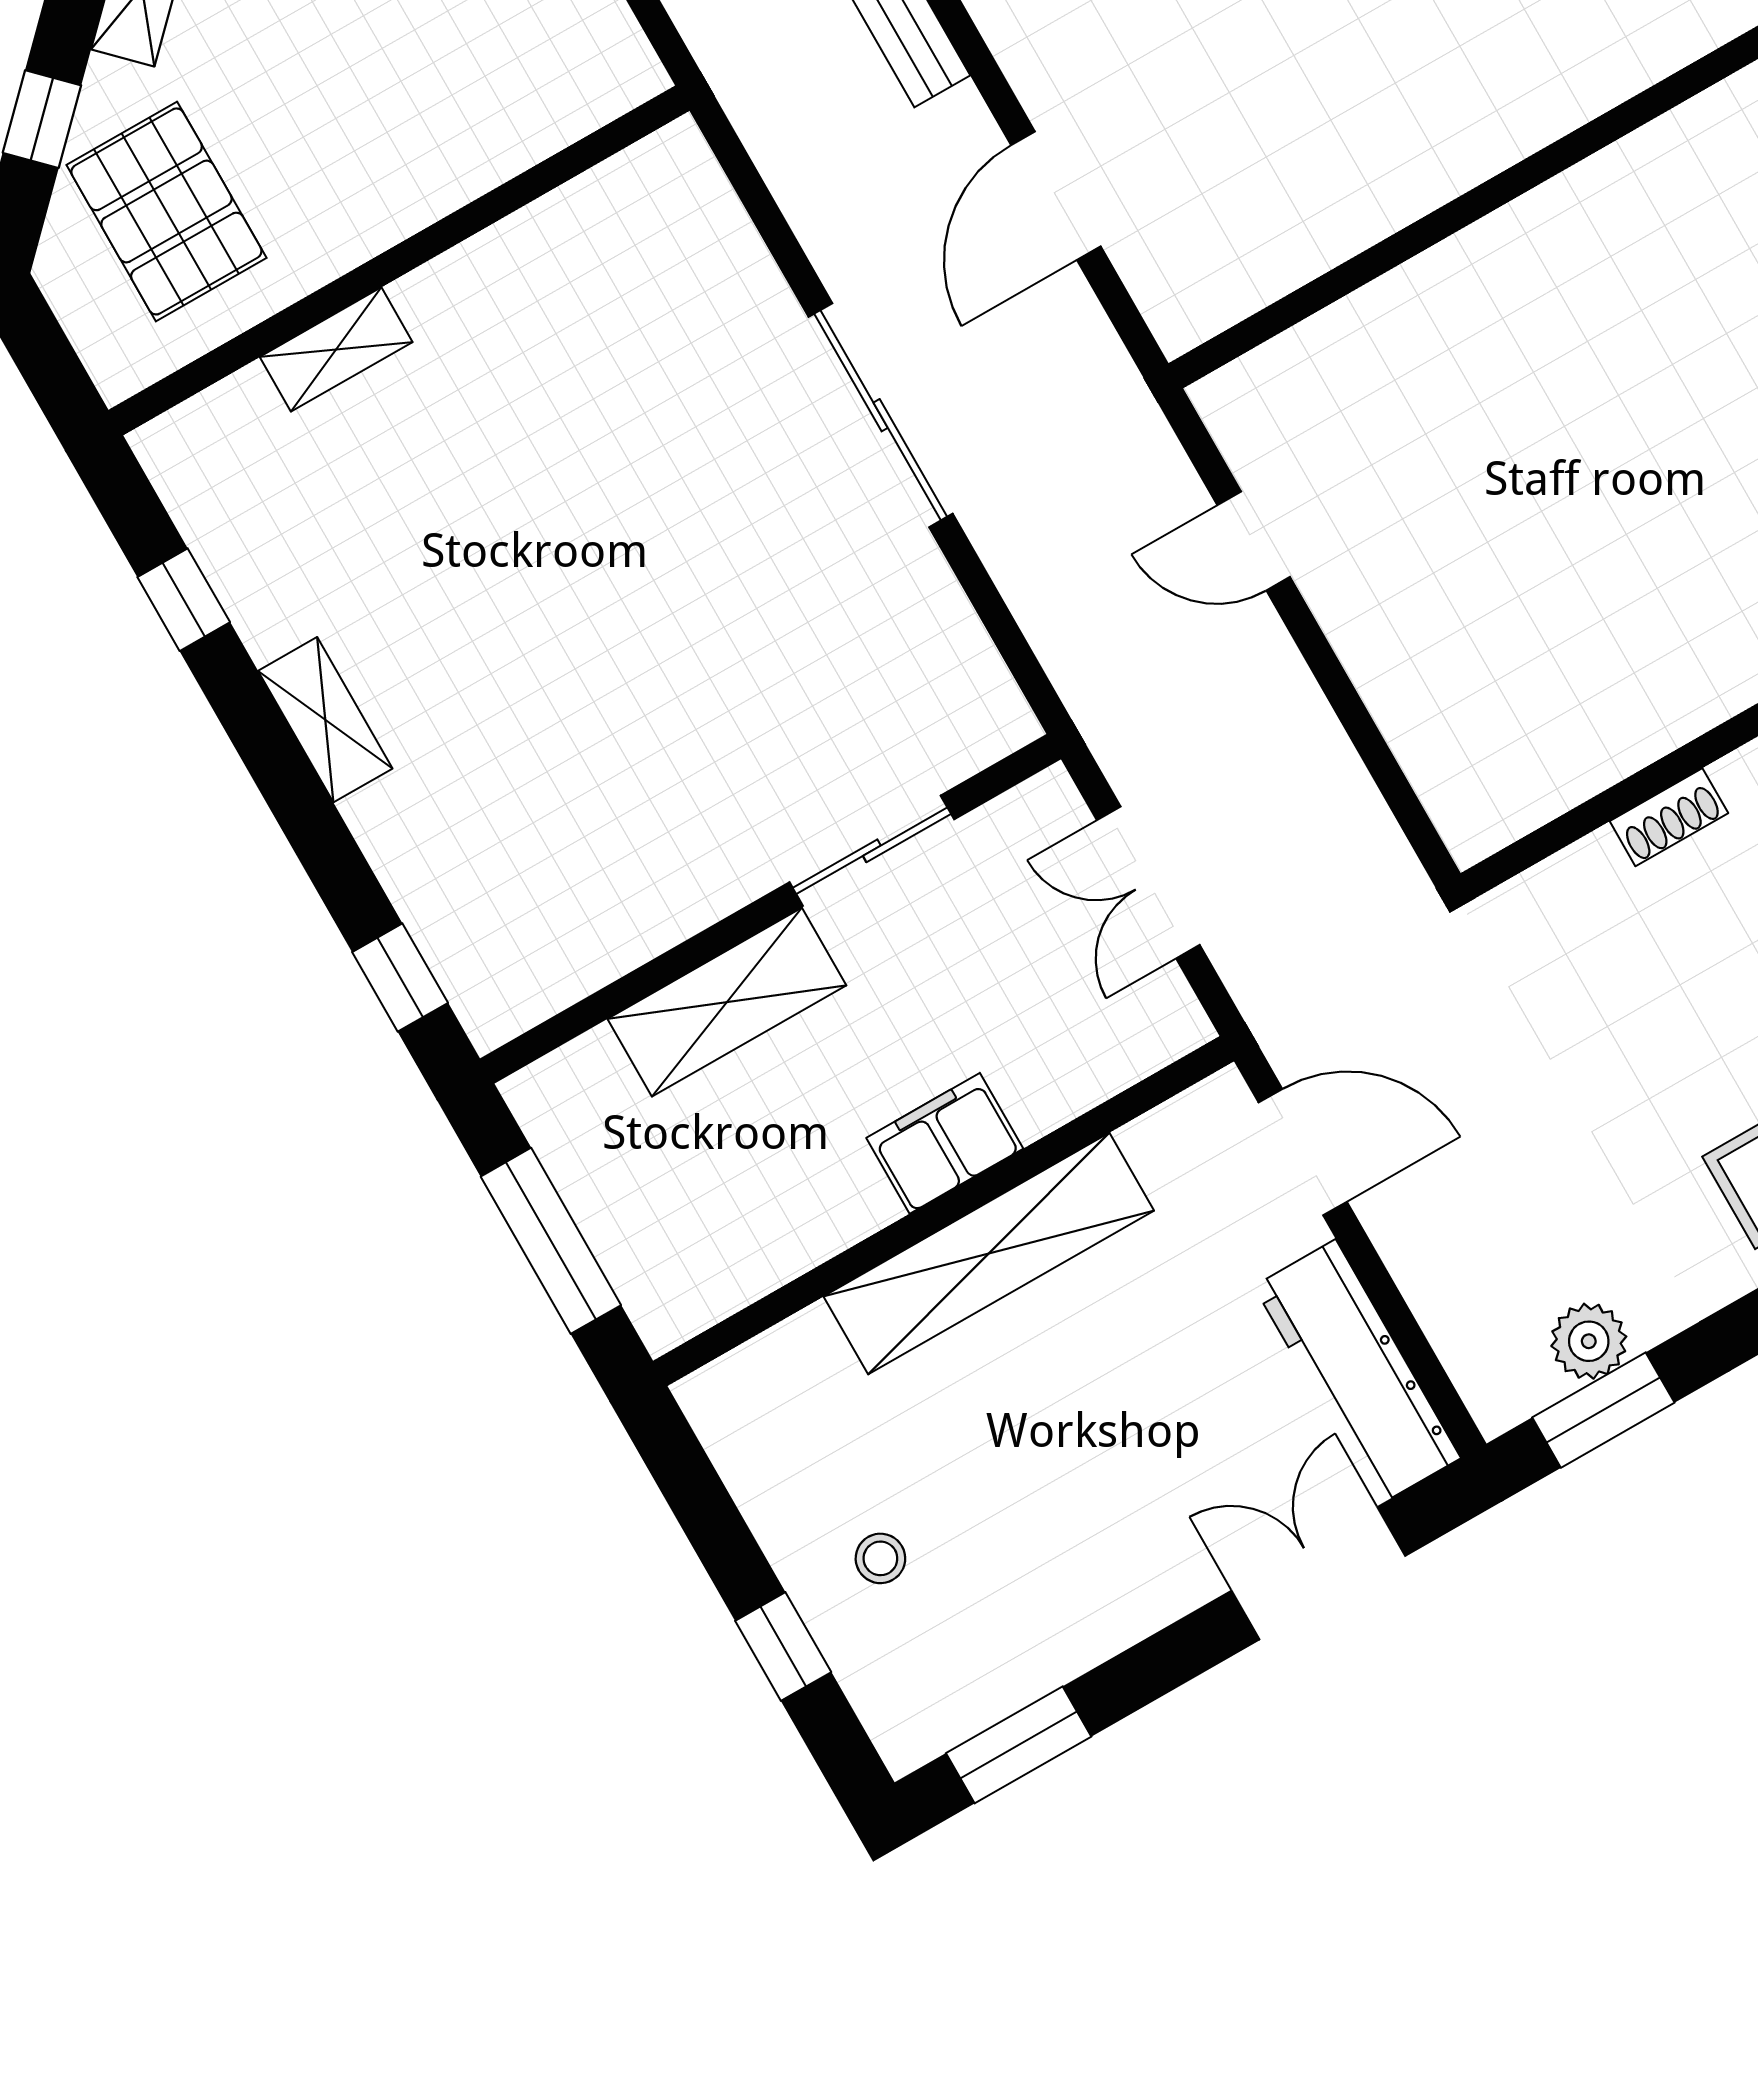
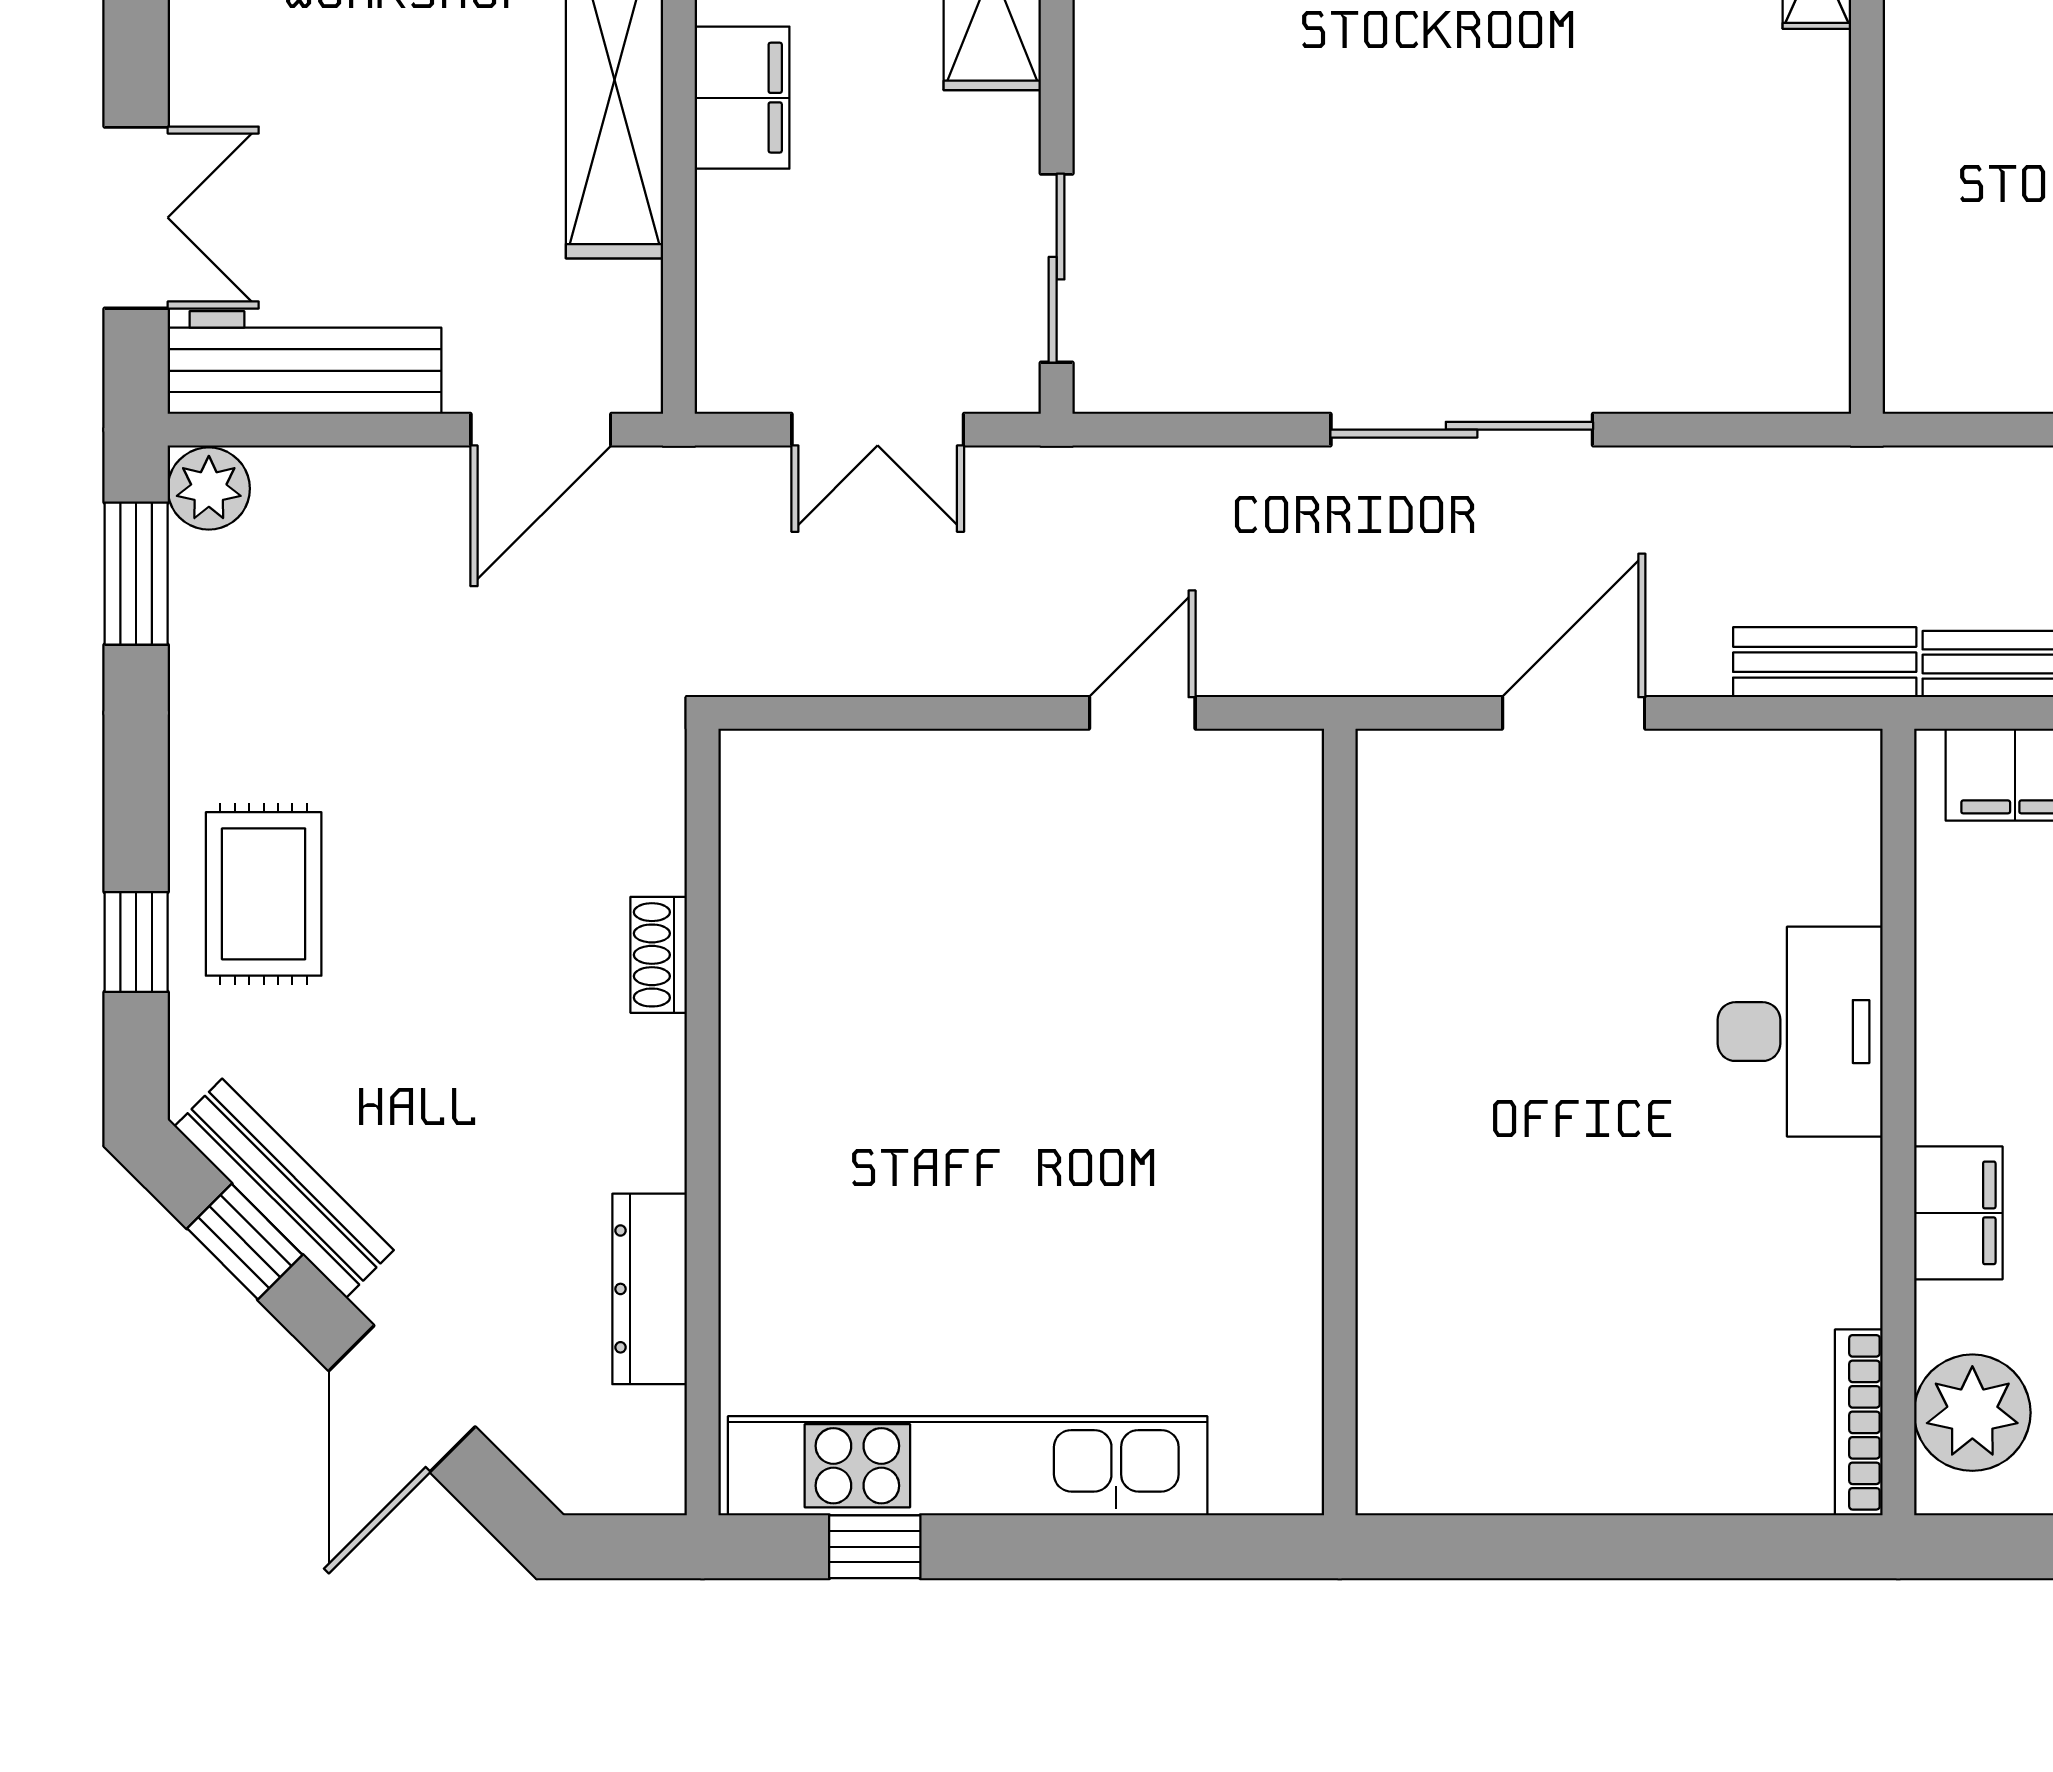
door: (1056, 196) -> (1574, 713), hinge flipped
sliding door: (872, 851) -> (1057, 268), moved
double door: (1148, 883) -> (878, 430), swing flipped
plant: (1589, 1341) -> (209, 489), moved

